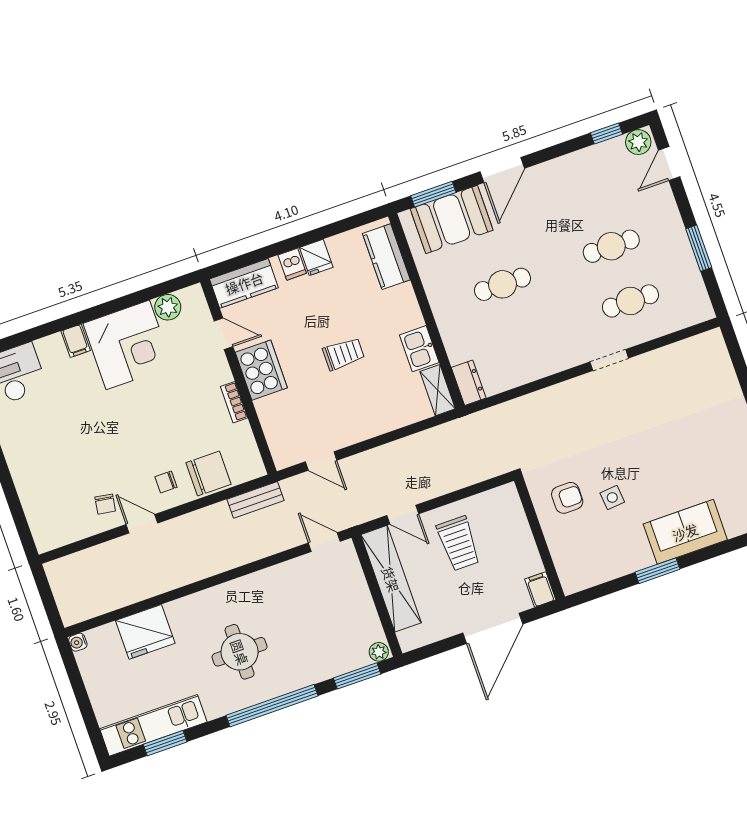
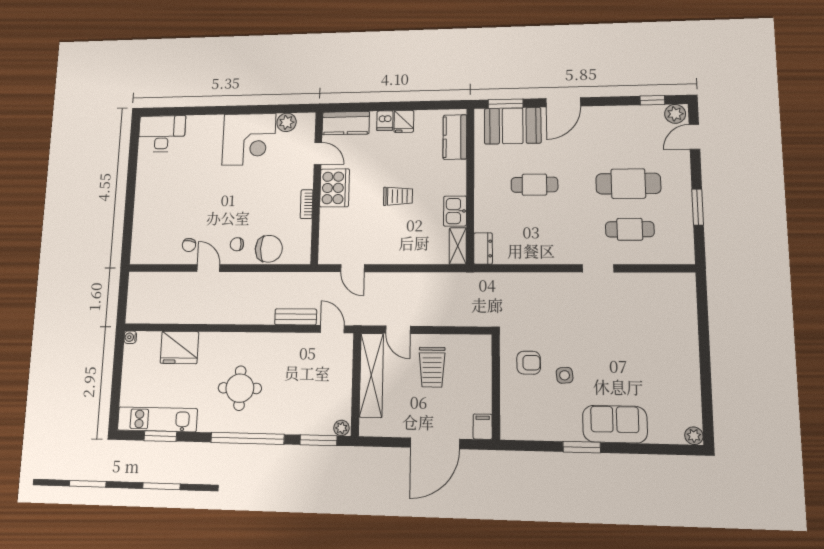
cafe table: (611, 246) -> (628, 184), width x1.37, depth x1.35
filing cabinet: (76, 341) -> (215, 125), removed
bench: (255, 500) -> (296, 317), moved

